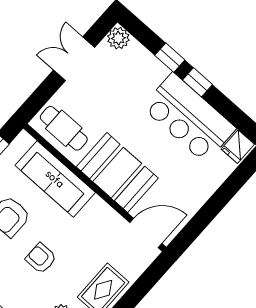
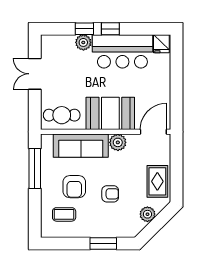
plant: (118, 38) -> (83, 42), moved
plant: (98, 211) -> (118, 142), added
armchair: (41, 258) -> (110, 194), turned 180

